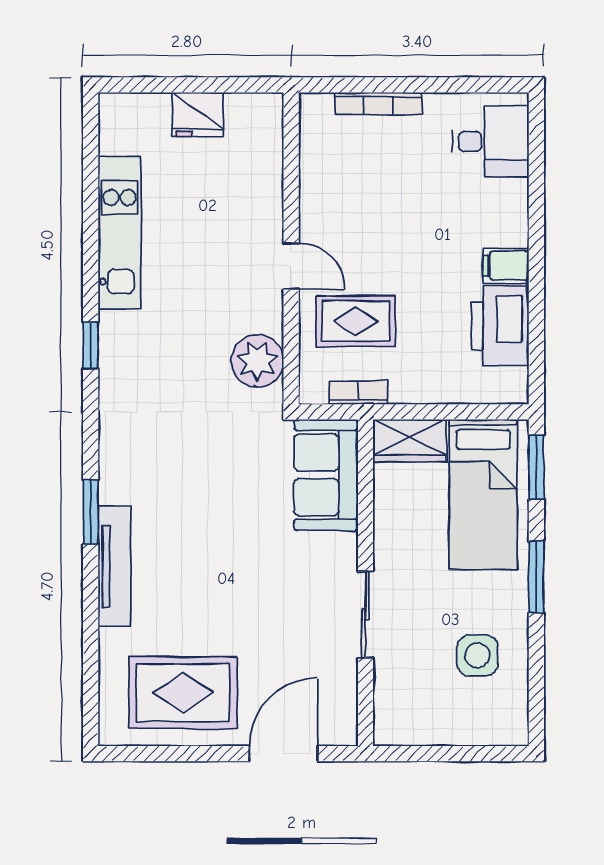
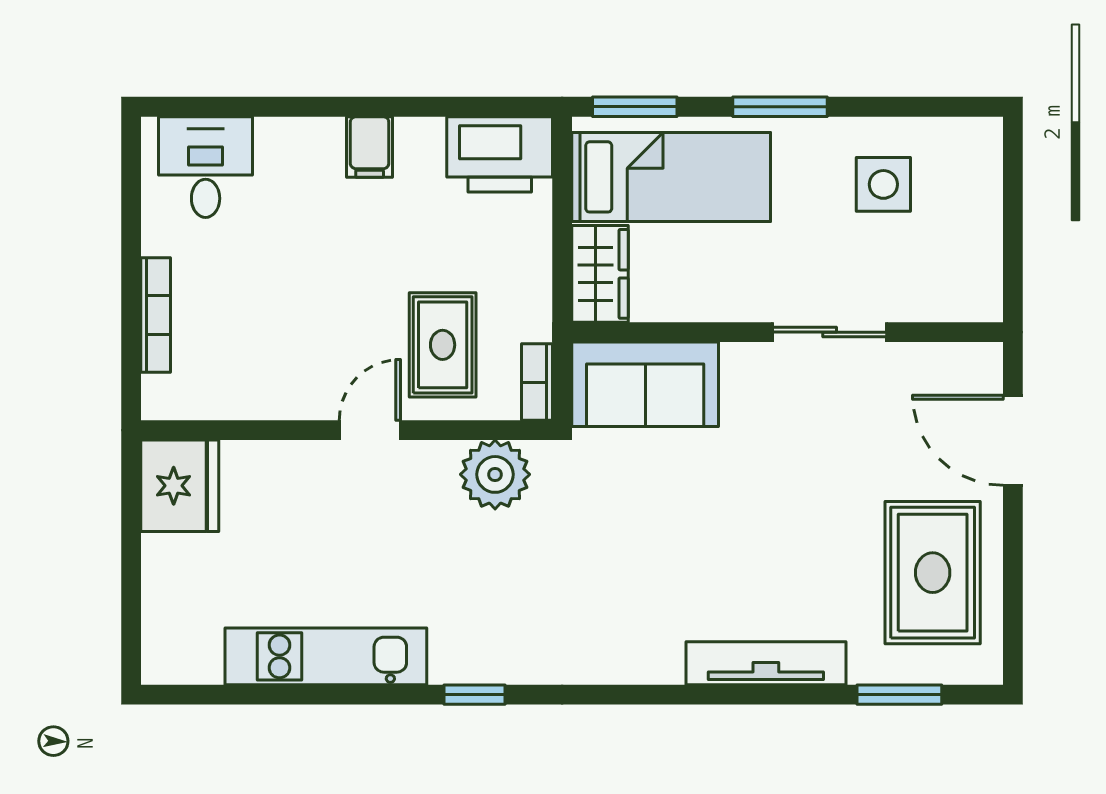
fridge: (198, 114) -> (180, 486), moved, width x1.36, depth x1.34
printer: (500, 326) -> (500, 154), moved
bookcase: (358, 393) -> (537, 382), moved
window: (91, 512) -> (899, 695), moved

